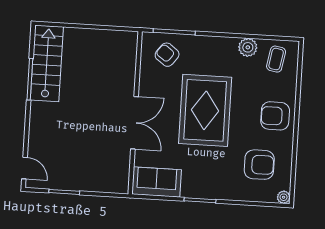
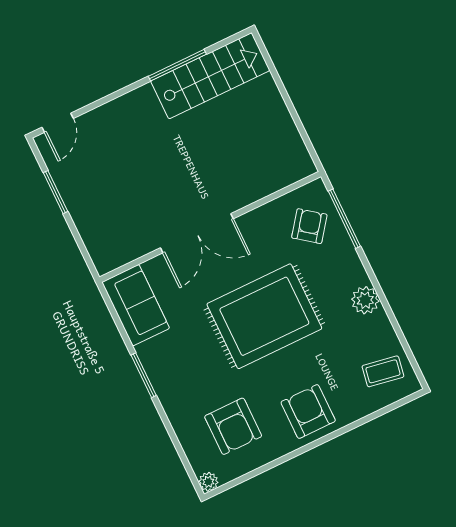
plant: (248, 47) -> (365, 300), moved

